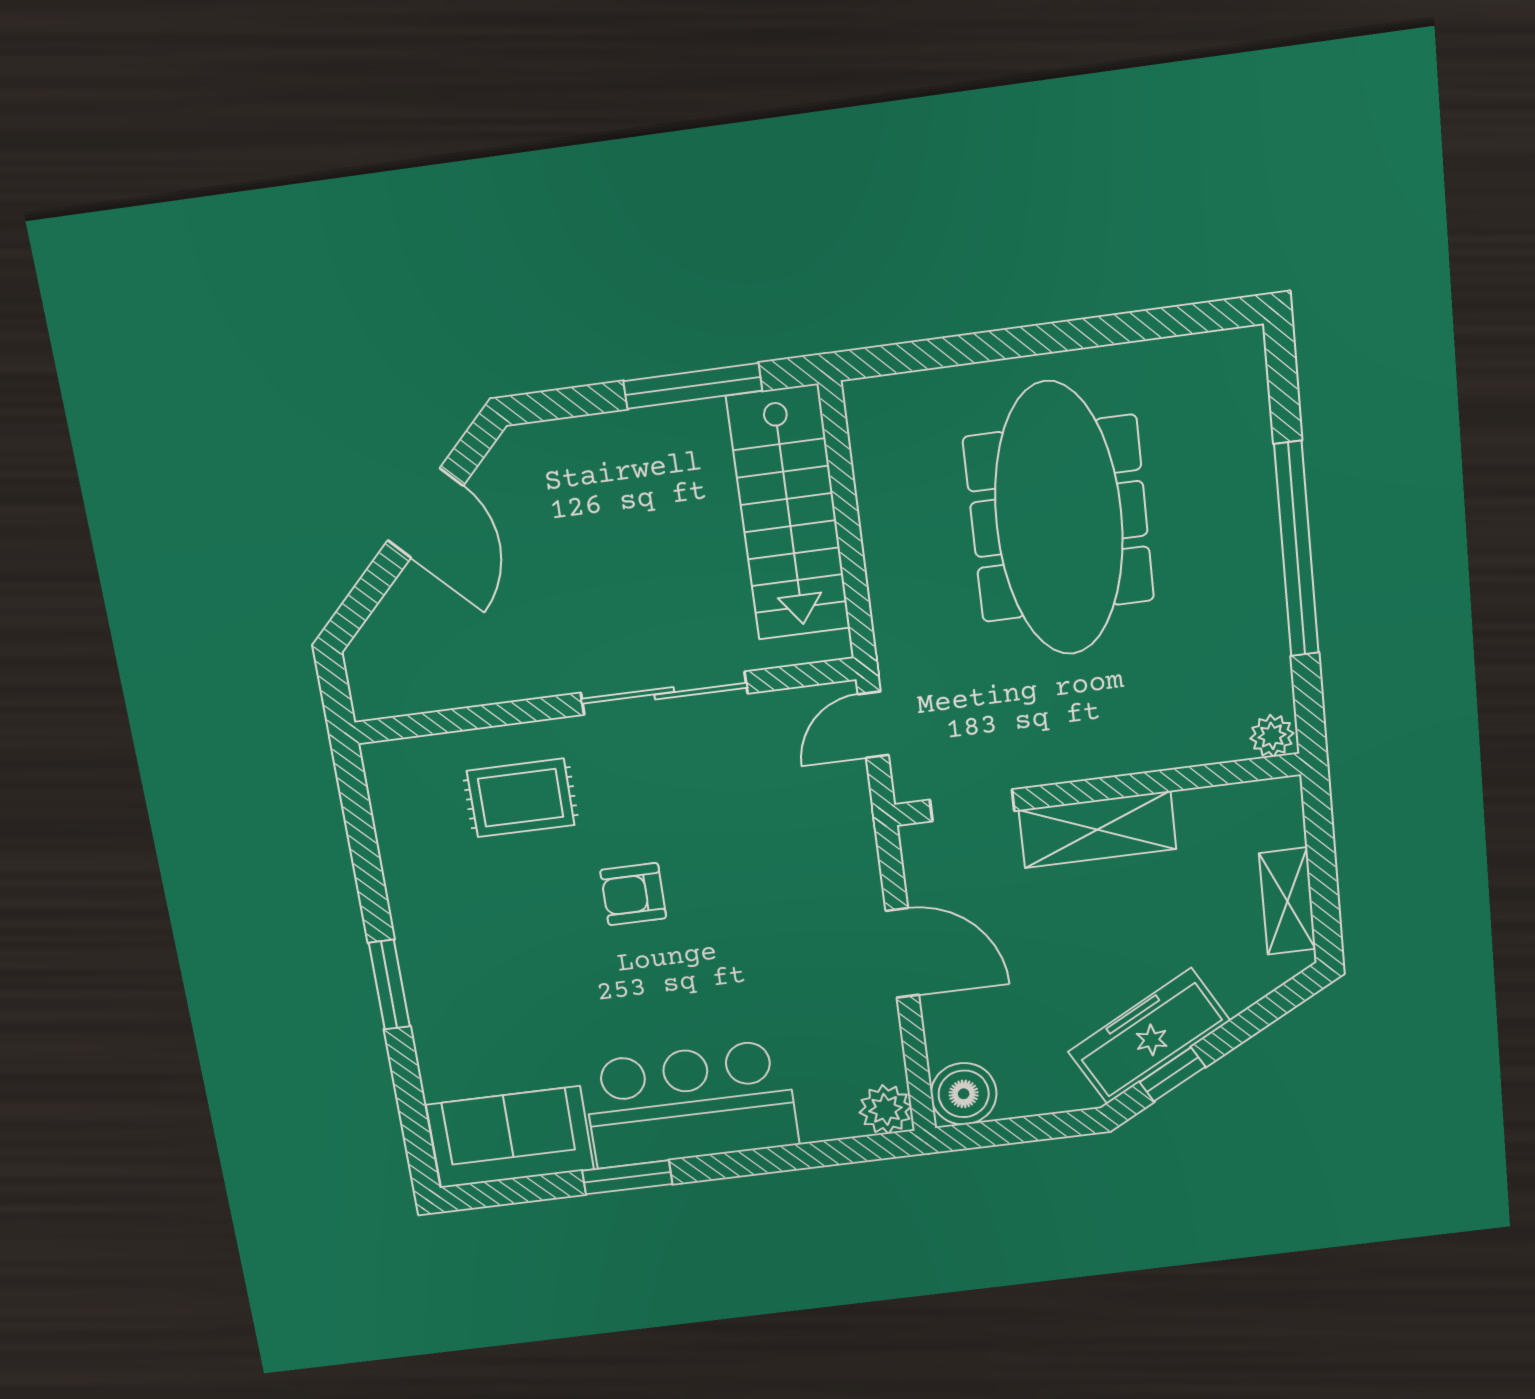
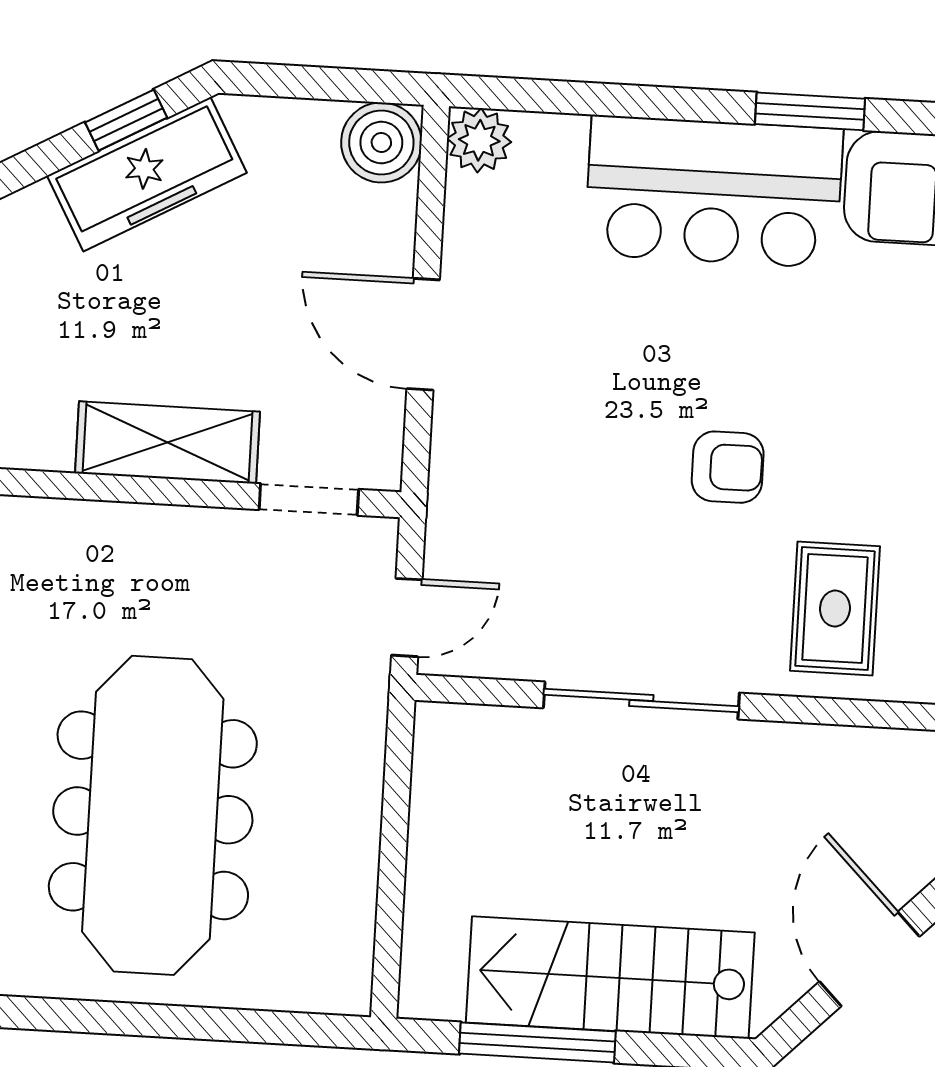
stairs: (789, 513) -> (610, 978), moved, turned -90
rug: (521, 798) -> (835, 609), turned 90

